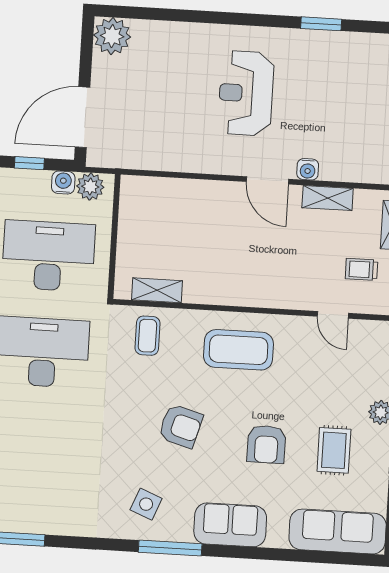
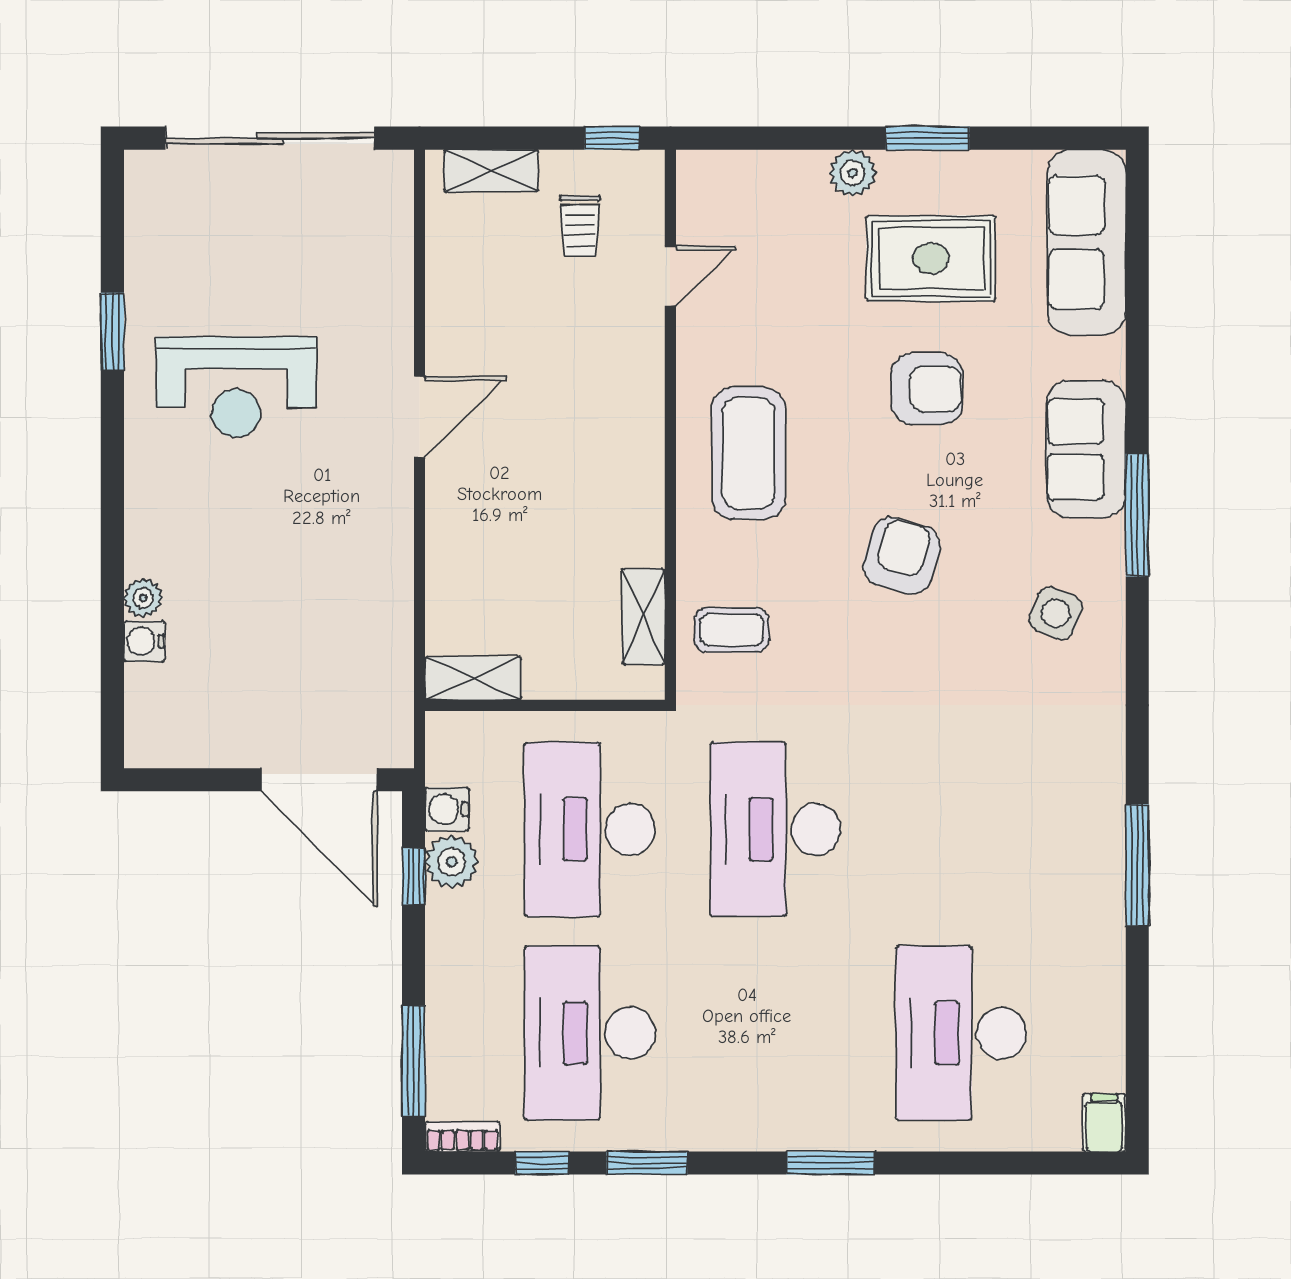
plant: (112, 36) -> (143, 598), moved, width x0.53, depth x0.53
reception desk: (246, 93) -> (236, 387), moved
water cooler: (308, 169) -> (144, 641), moved, turned 180
plant: (90, 187) -> (452, 862), moved
shelving: (328, 198) -> (473, 678), moved, turned 90
rug: (334, 450) -> (931, 258), width x1.36, depth x1.43
window: (170, 548) -> (1137, 515), moved

